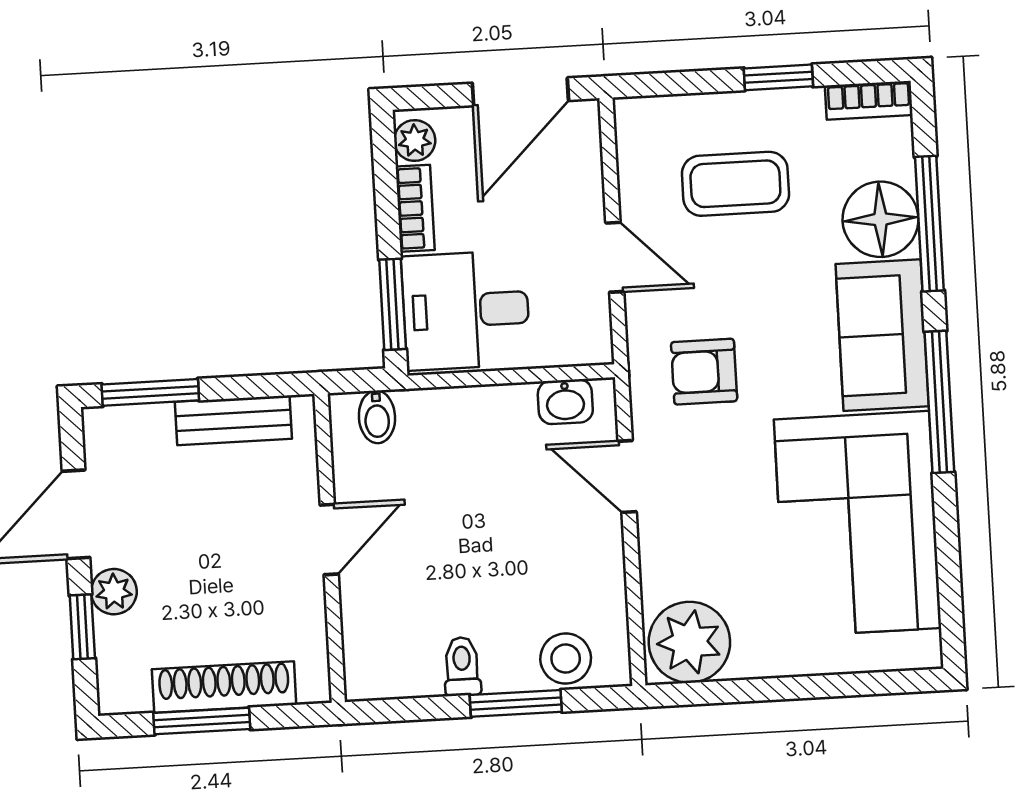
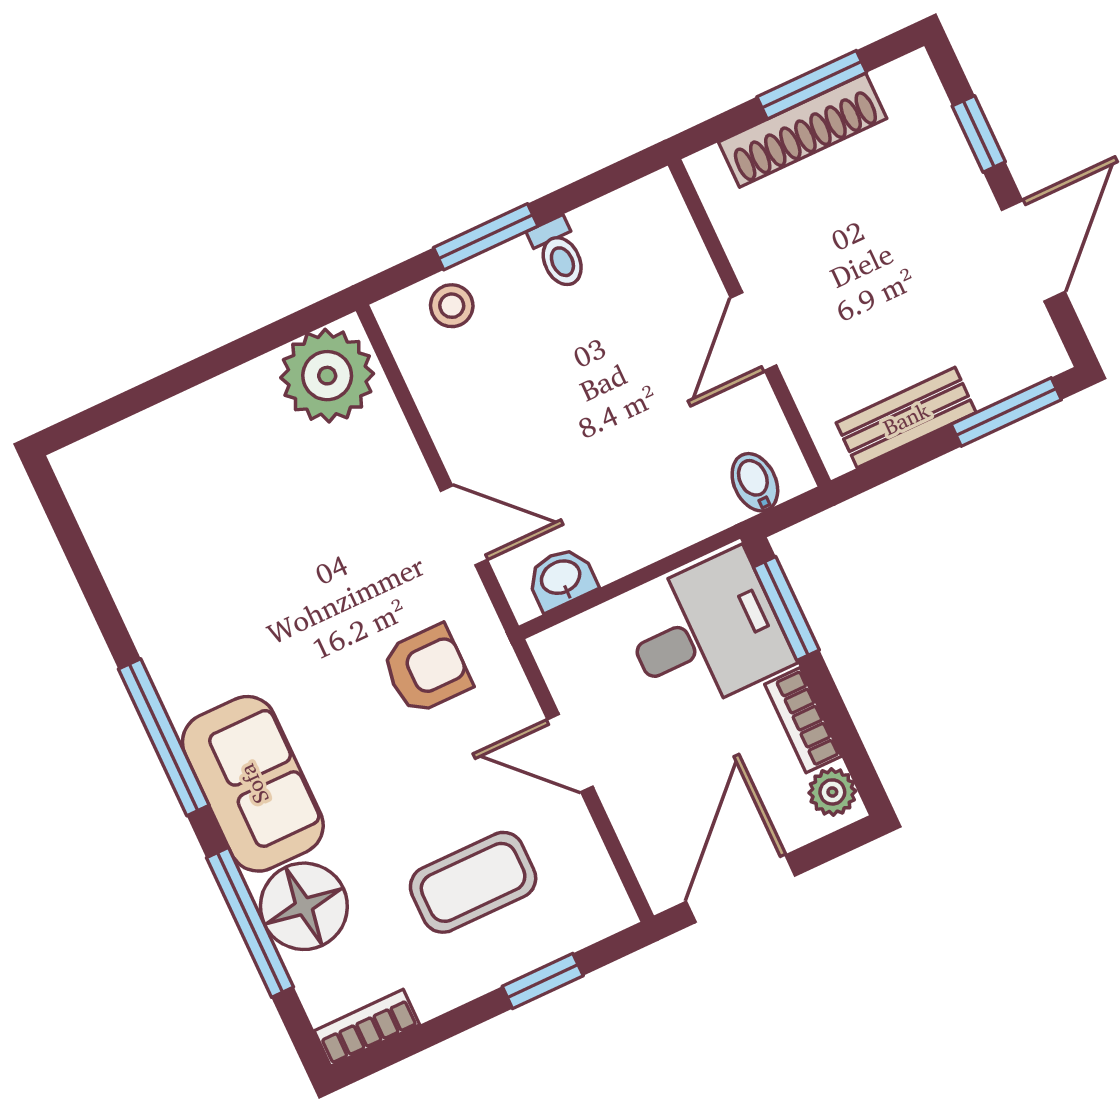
window: (778, 77) -> (543, 981), moved
corner sofa: (858, 524) -> (199, 573), removed
plant: (114, 592) -> (960, 185), removed
stool: (566, 659) -> (452, 306), width x0.73, depth x0.73

